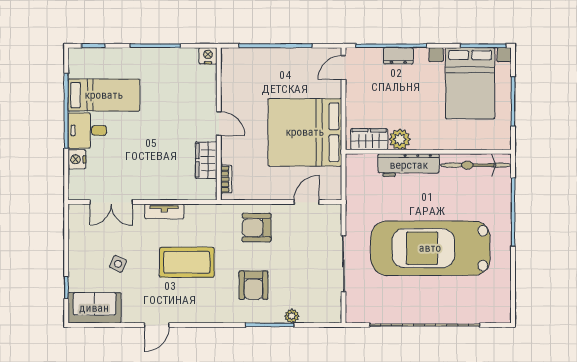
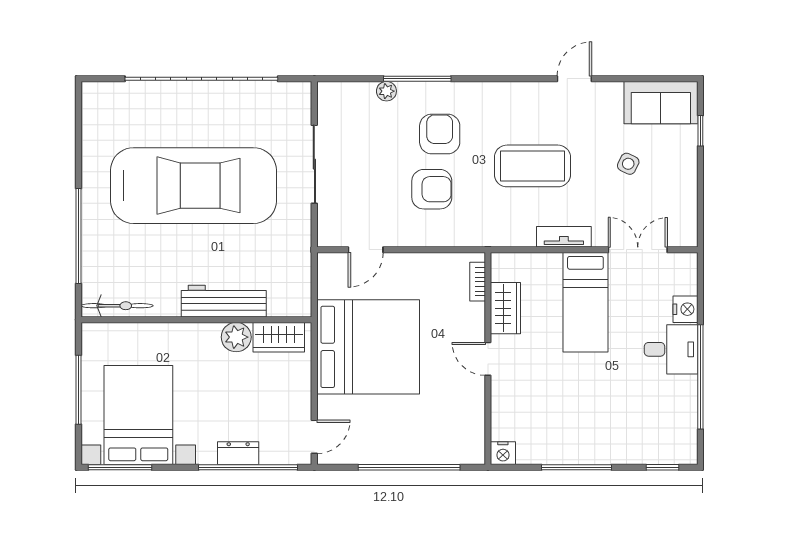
bed: (104, 95) -> (585, 302), moved, turned -90
bicycle: (476, 165) -> (117, 306), width x0.73, depth x0.71
armchair: (257, 228) -> (432, 189), moved

